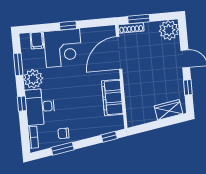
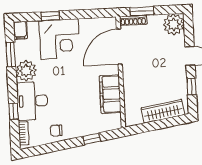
window: (68, 26) -> (50, 16), moved
filing cabinet: (37, 40) -> (20, 30), moved
window: (22, 104) -> (14, 111), moved
wardrobe: (168, 110) -> (163, 111), width x1.50
window: (109, 137) -> (92, 139), moved
window: (62, 149) -> (54, 147), removed

